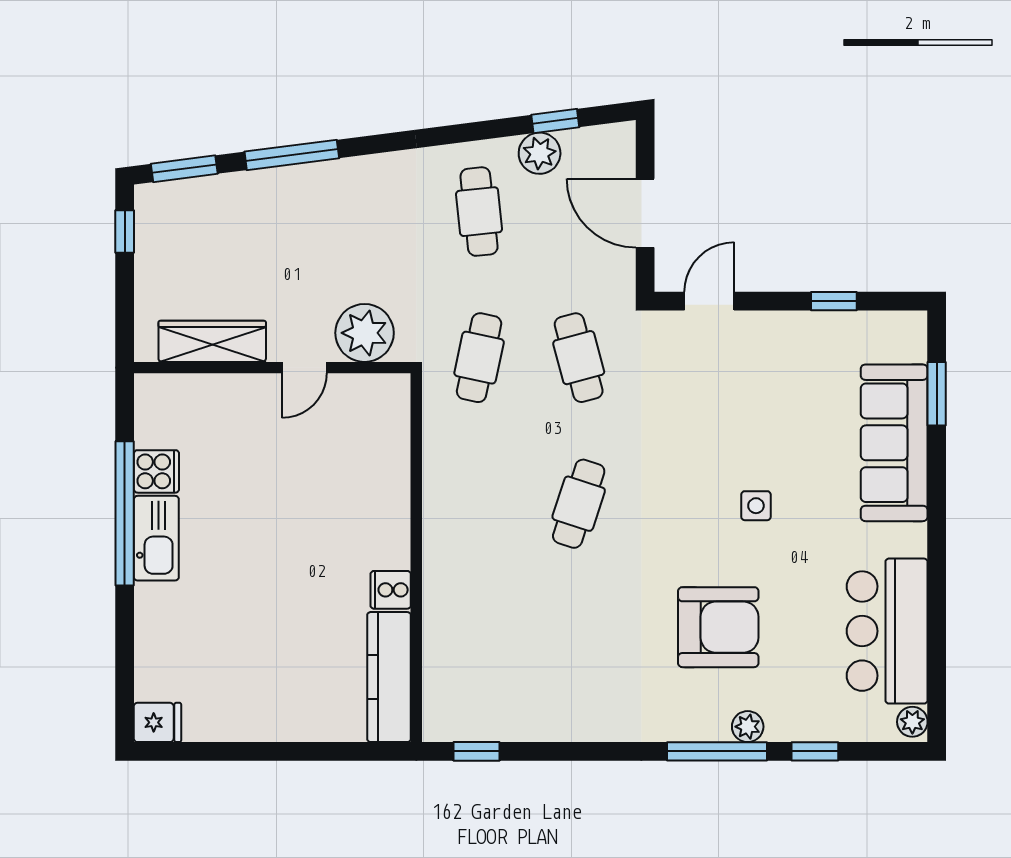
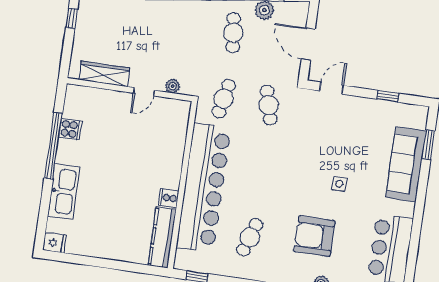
plant: (365, 333) -> (173, 86), width x0.53, depth x0.53
cafe table: (579, 504) -> (250, 237), moved
kitchen sink: (156, 538) -> (64, 191), moved, width x1.36, depth x1.24
bar counter: (463, 557) -> (204, 188), added
armchair: (718, 627) -> (314, 236), turned 180

